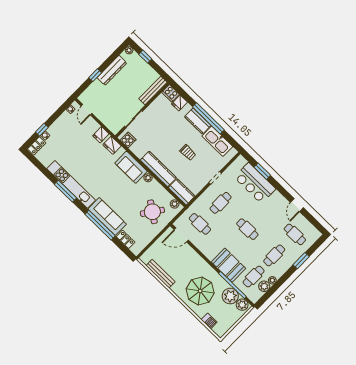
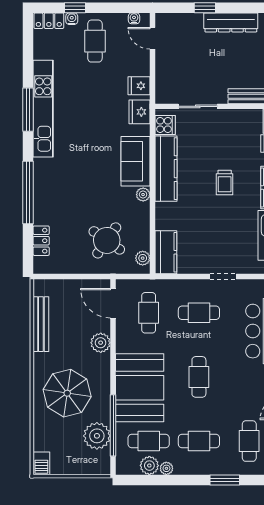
door: (87, 110) -> (153, 38), hinge flipped
cafe table: (64, 135) -> (95, 41), added
trolley: (188, 152) -> (225, 183), moved
kitchen counter: (158, 169) -> (166, 169), moved
sofa: (107, 217) -> (47, 191), removed
booth: (228, 265) -> (140, 388), width x1.36, depth x1.42
plant: (242, 305) -> (101, 343), moved
barbecue: (209, 321) -> (41, 463), moved

